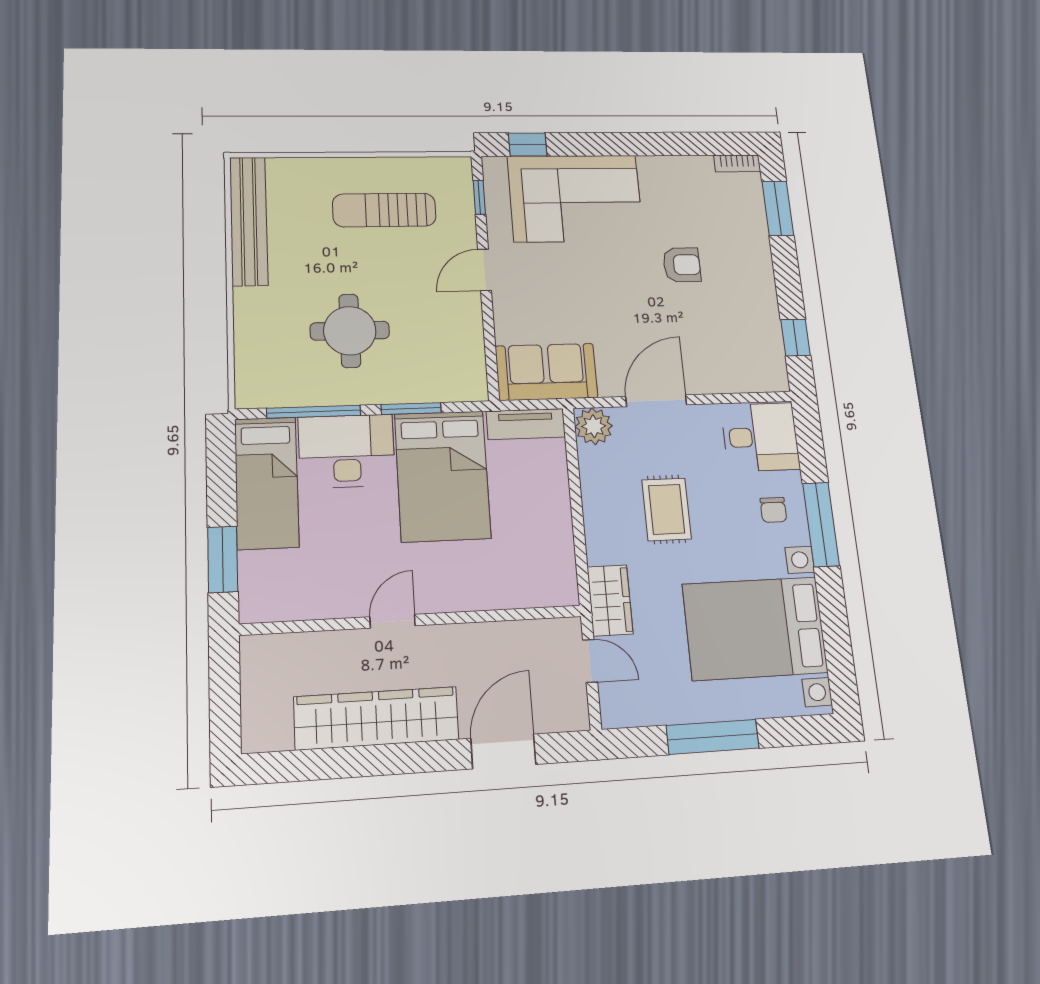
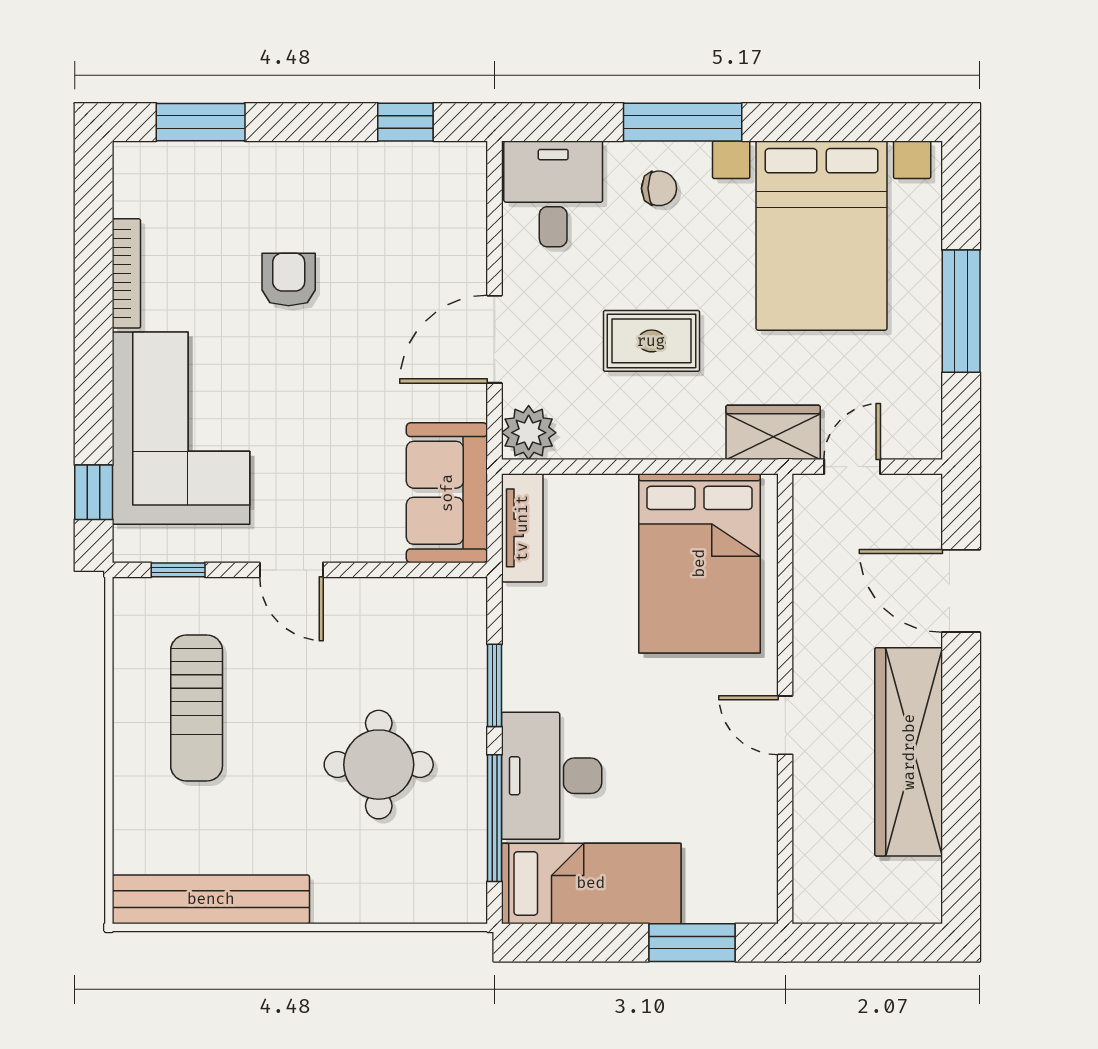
bookcase: (737, 163) -> (126, 273), moved, width x1.56
door: (656, 401) -> (495, 339), hinge flipped
bed: (443, 476) -> (699, 563), moved, turned 90

